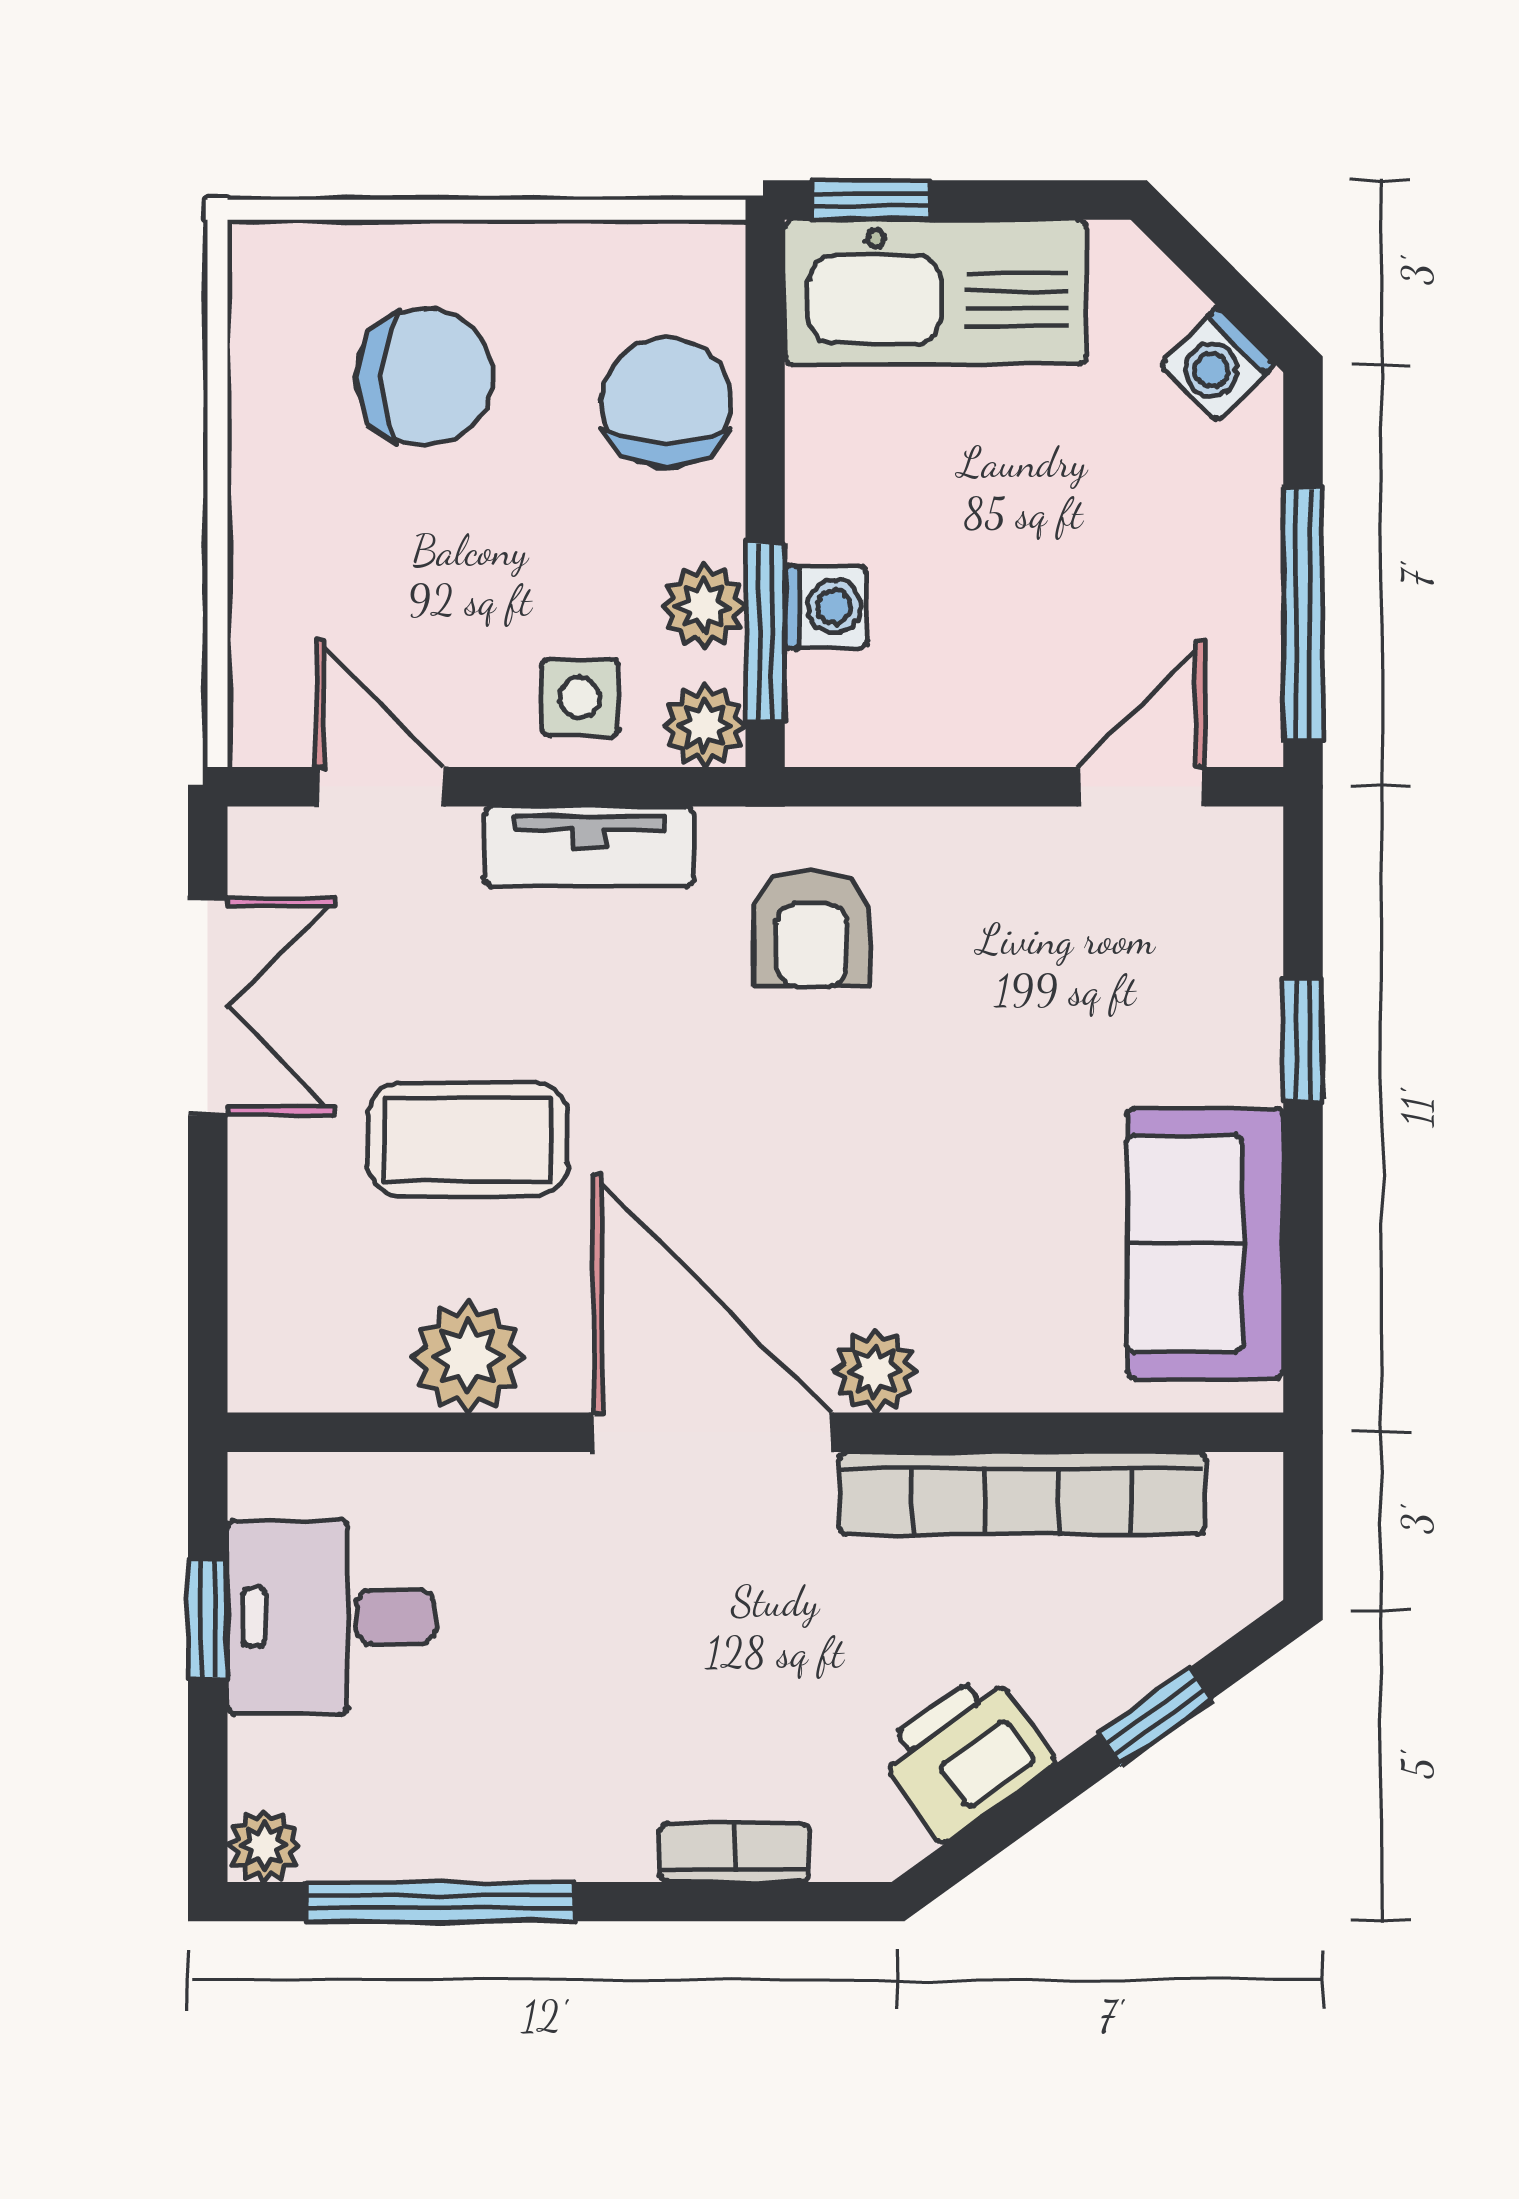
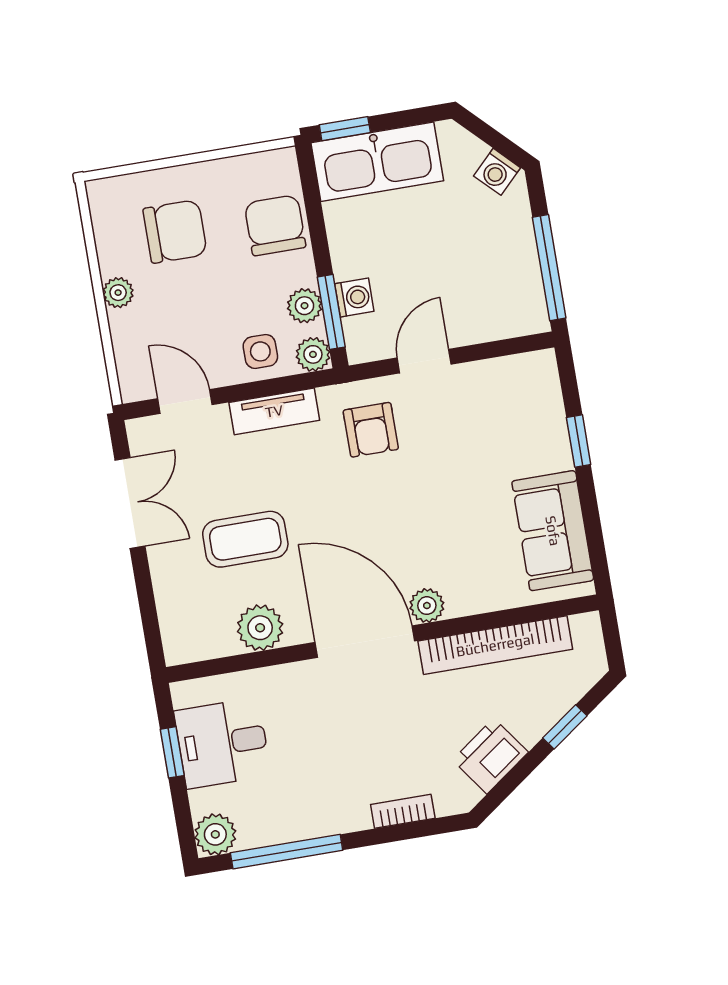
plant: (264, 500) -> (118, 293), added
door: (1141, 787) -> (424, 361), moved
plant: (264, 1846) -> (215, 834), width x1.38, depth x1.38

